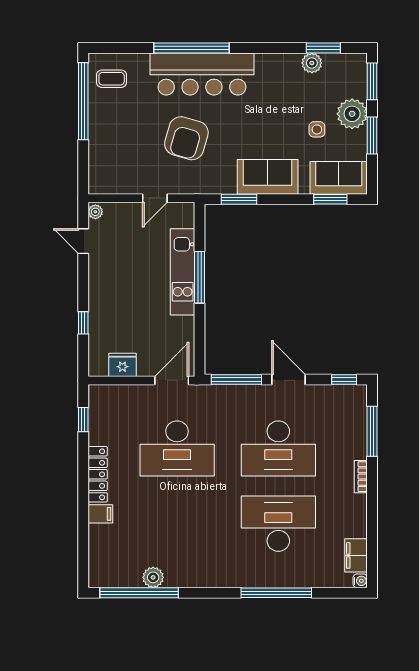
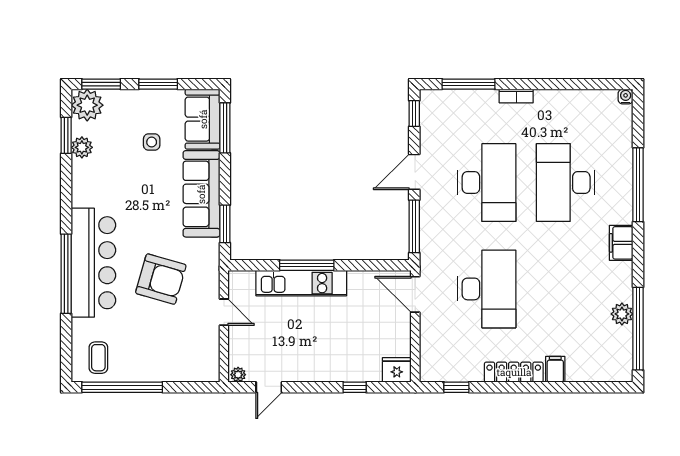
plant: (352, 114) -> (87, 105), moved
sofa: (268, 177) -> (201, 194), width x1.36
window: (330, 199) -> (225, 128), width x1.44
fridge: (122, 365) -> (397, 370), moved, turned 90
filing cabinet: (356, 555) -> (621, 243), moved, turned 90

